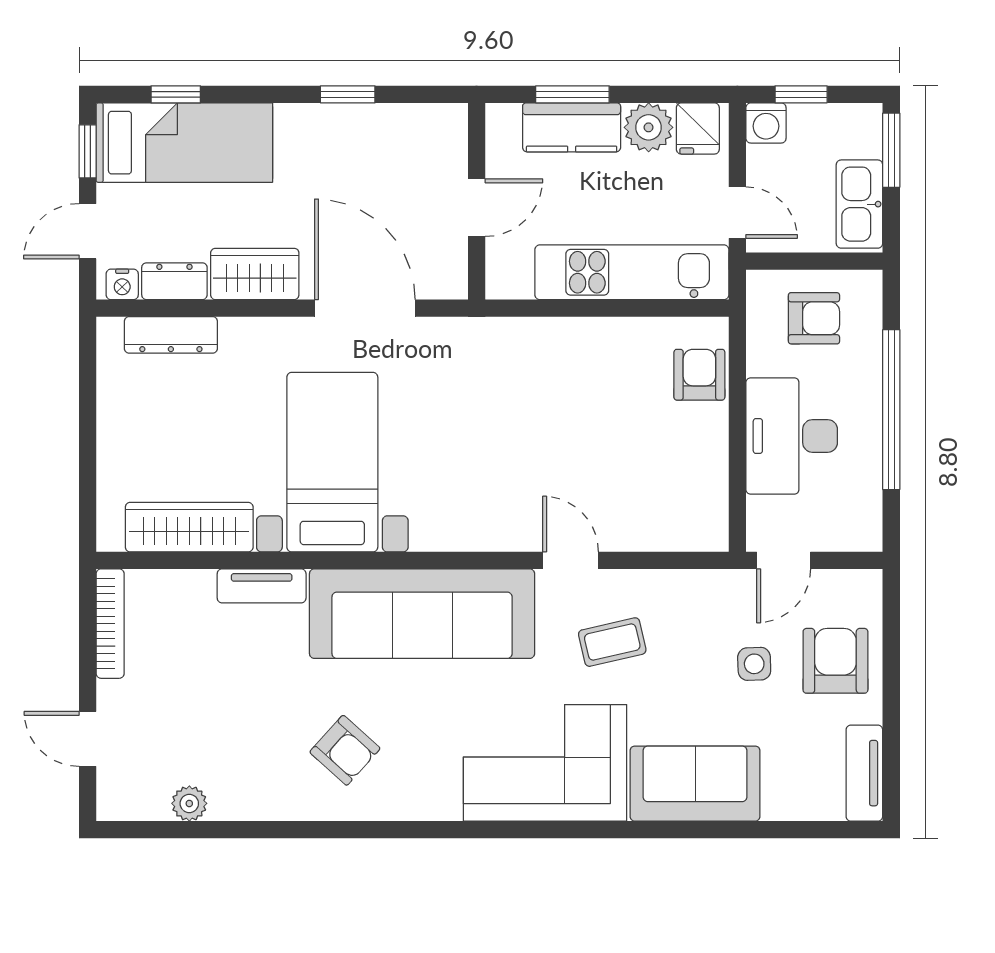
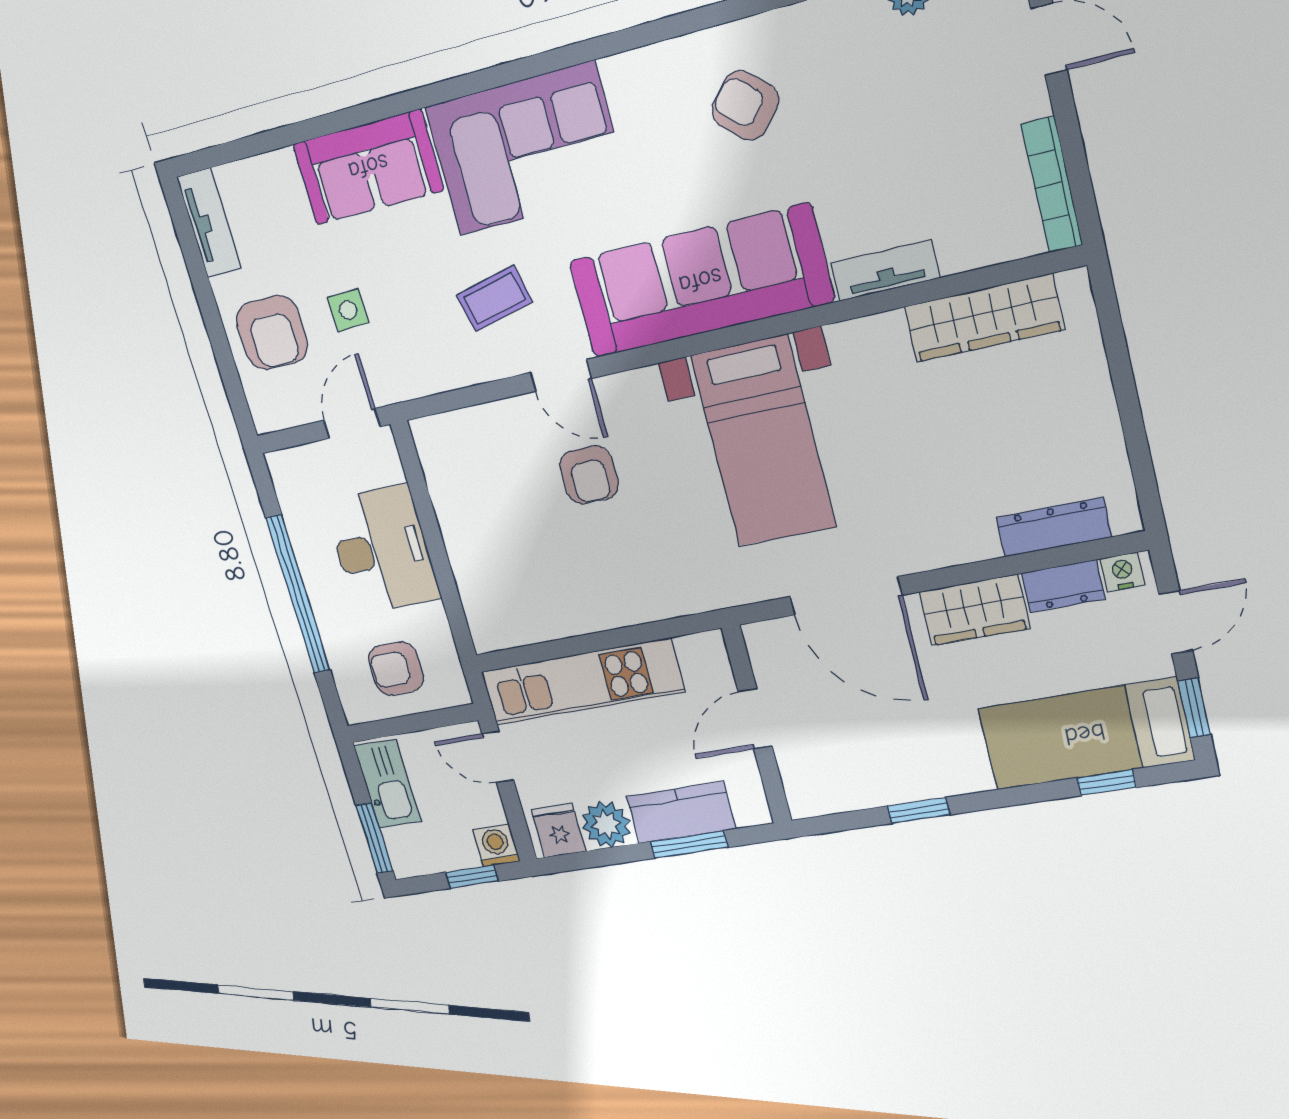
armchair: (699, 375) -> (589, 475), moved
bed with nightstands: (332, 462) -> (763, 442), moved

